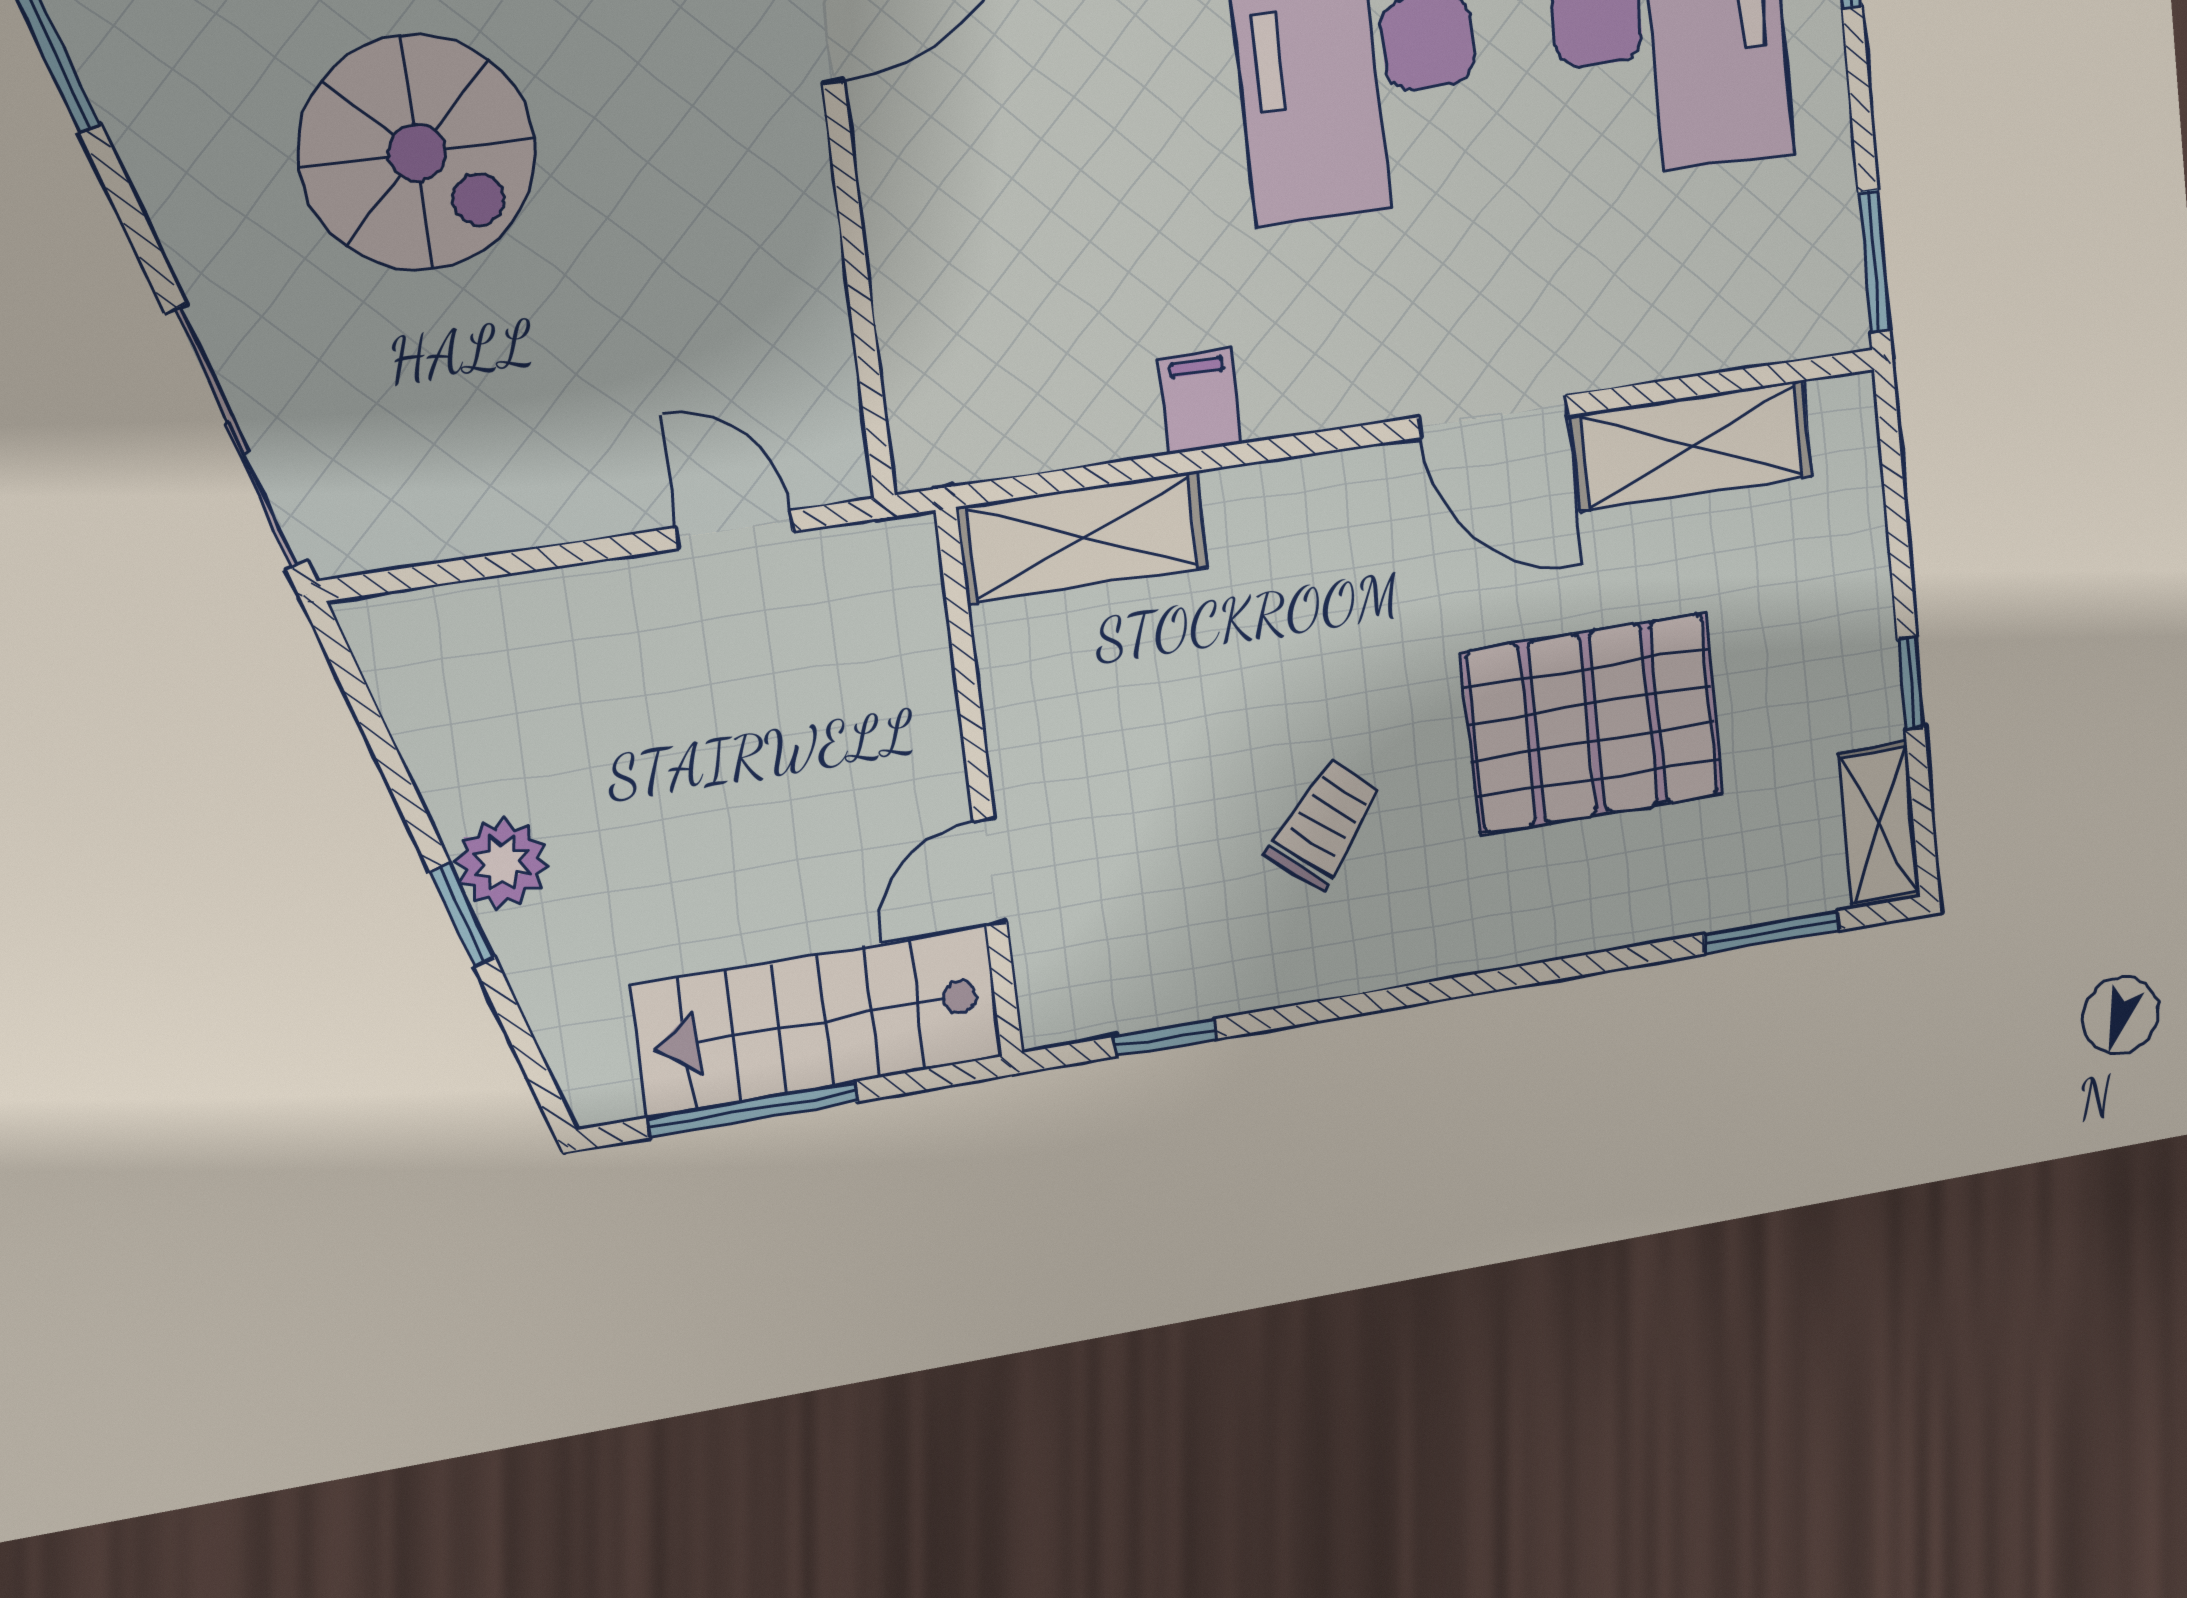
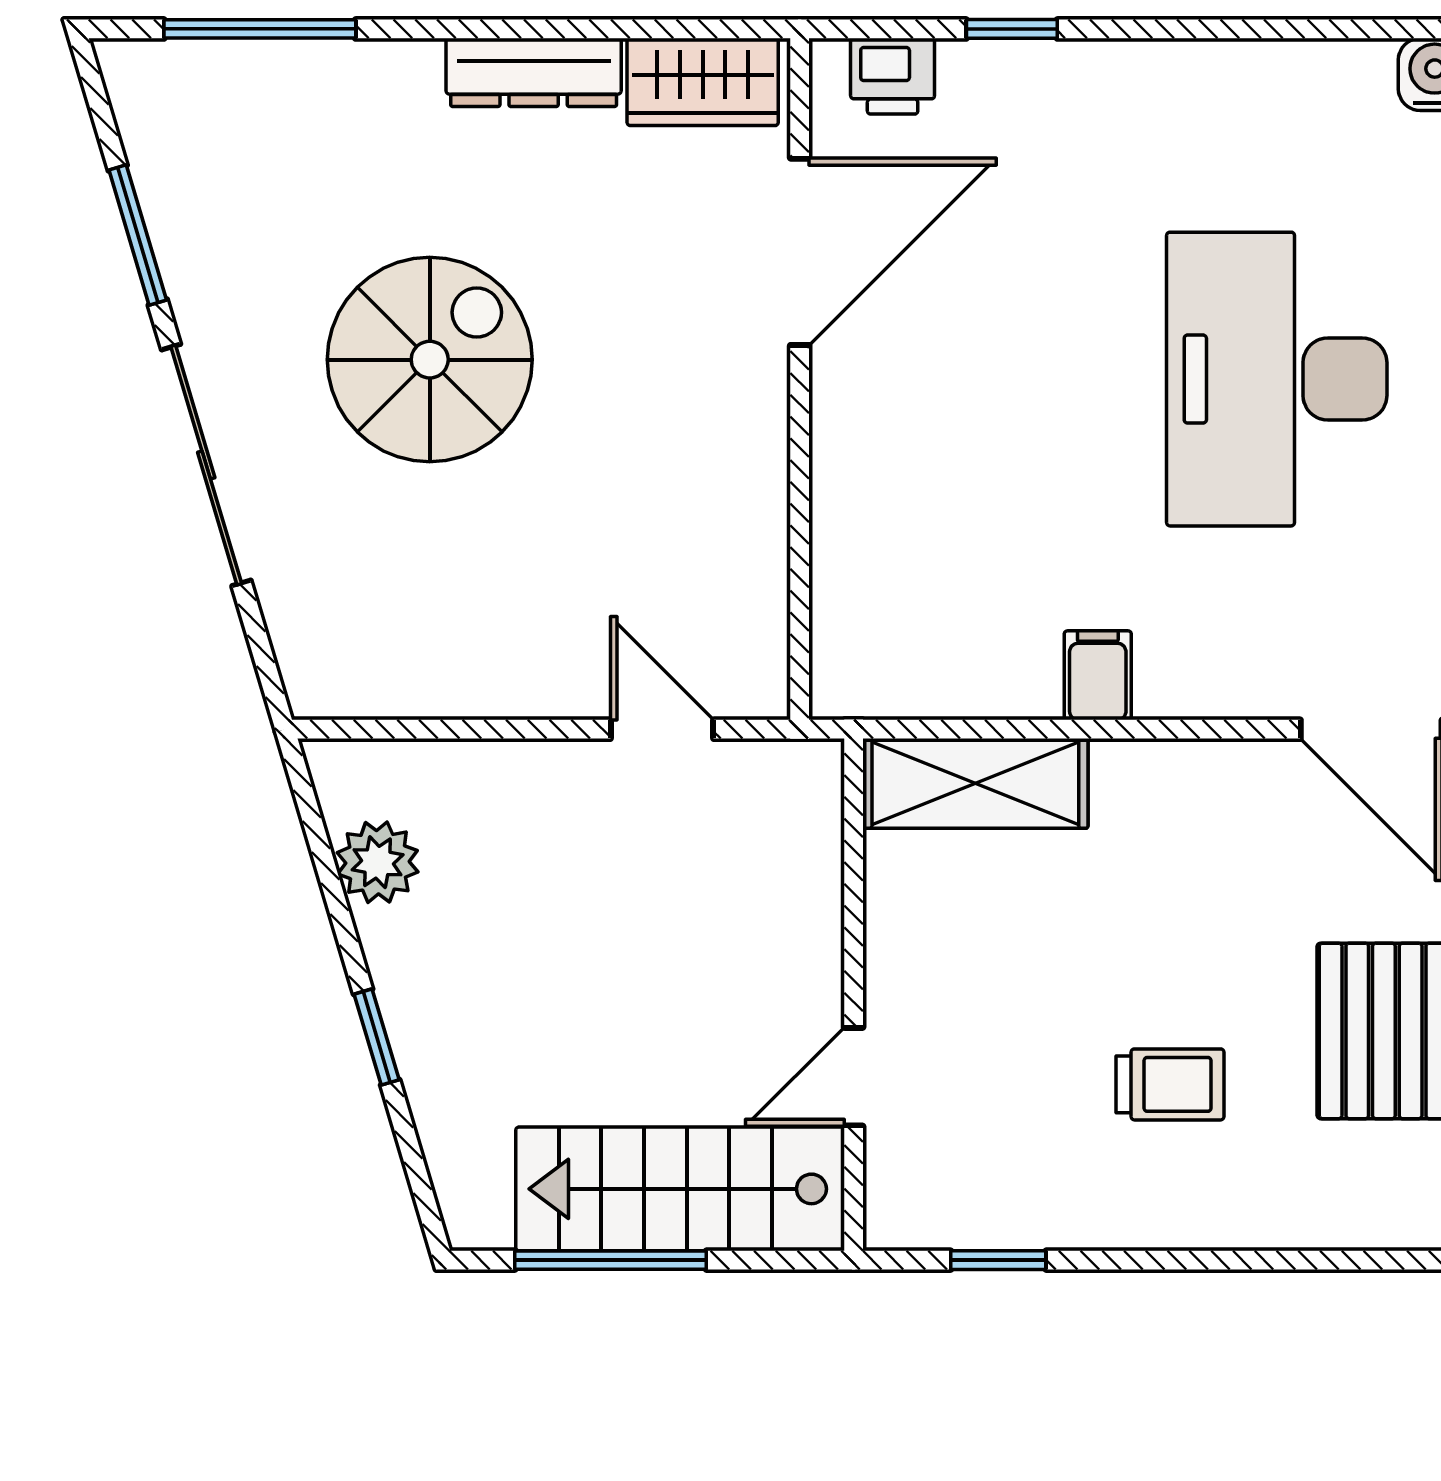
spiral stairs: (417, 153) -> (430, 360), turned -90
sliding door: (237, 438) -> (206, 465), moved
trolley: (1324, 824) -> (1170, 1084), turned 50
plant: (502, 863) -> (378, 862), moved

